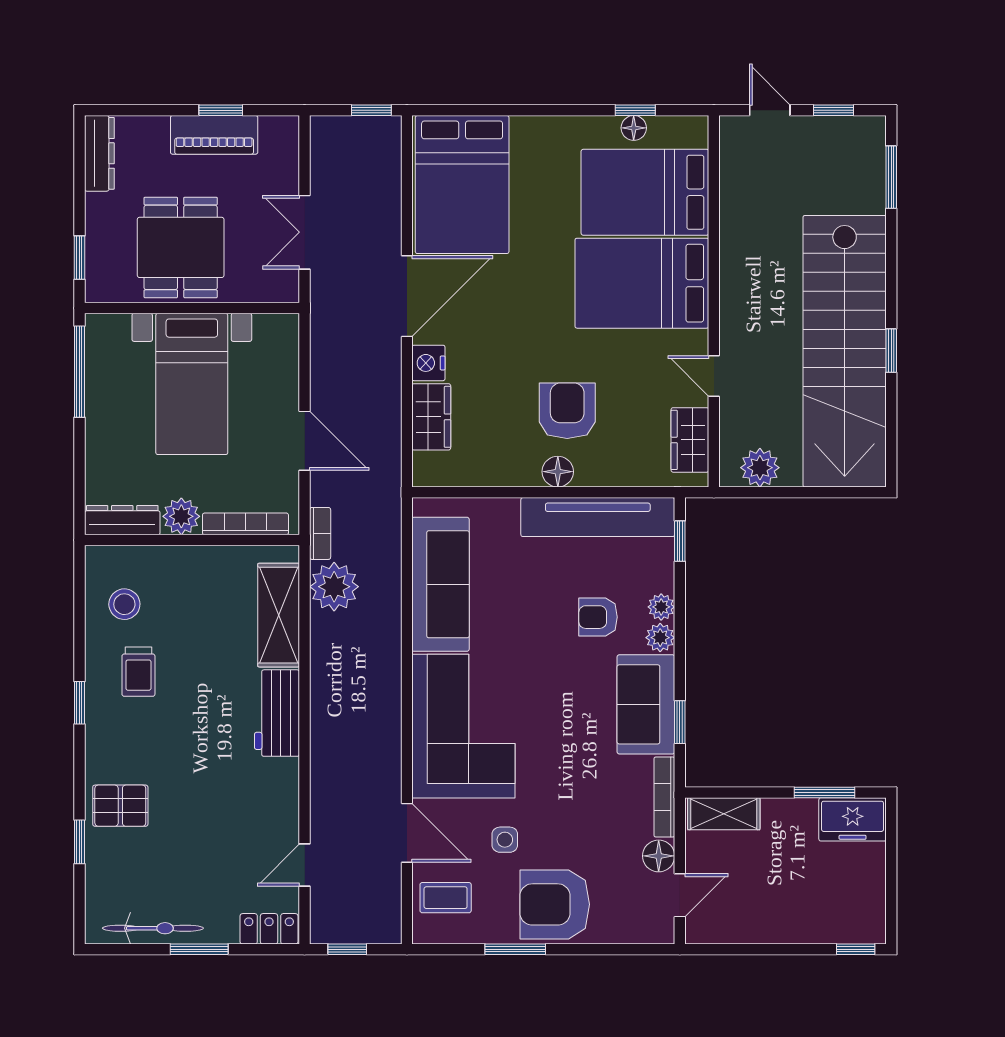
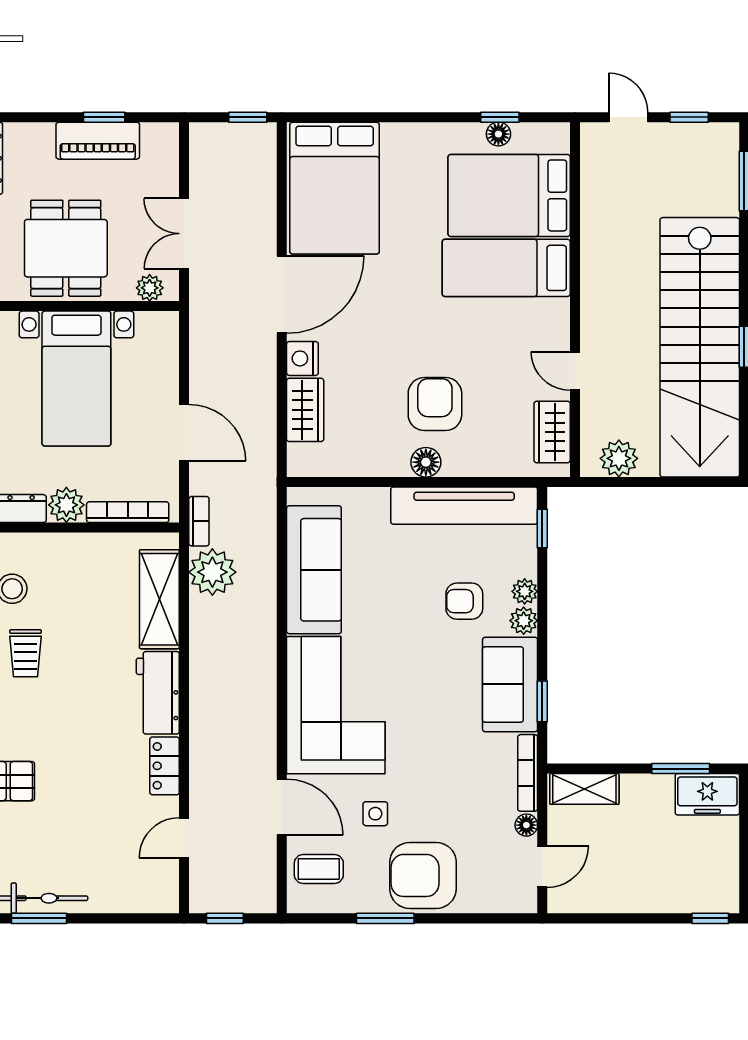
bed: (642, 283) -> (506, 268), width x0.67
plant: (268, 289) -> (150, 288), added
floor lamp: (659, 856) -> (526, 825), width x0.73, depth x0.73
locker: (269, 929) -> (165, 766), moved, turned -90
window: (199, 949) -> (39, 918), moved

